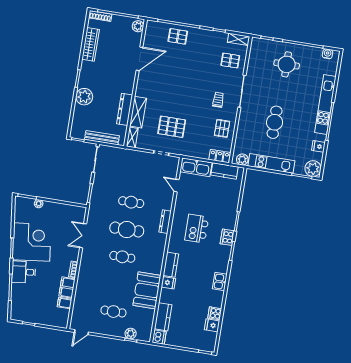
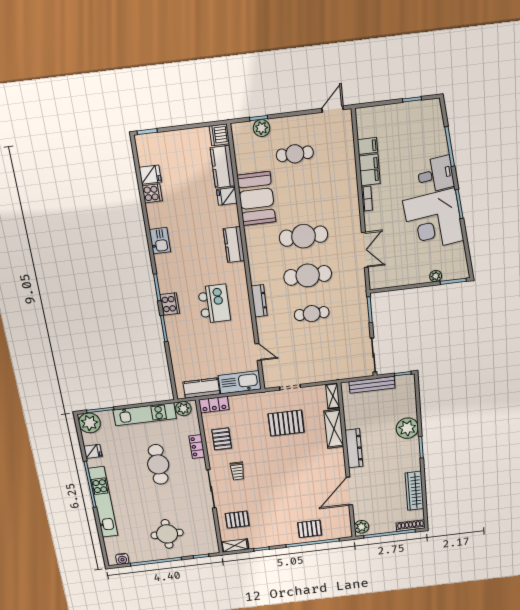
dresser: (125, 109) -> (354, 448), moved
locker: (242, 128) -> (197, 446), added
cafe table: (122, 257) -> (304, 236), width x1.37, depth x1.35
fridge: (168, 283) -> (227, 196), moved

